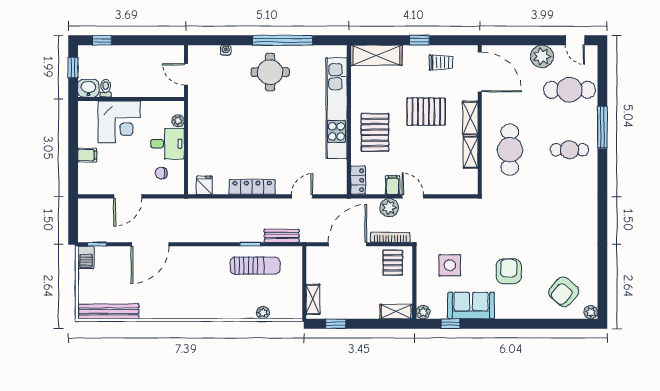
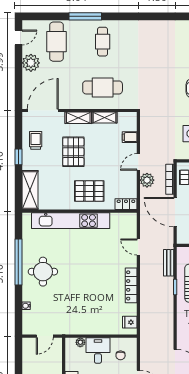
filing cabinet: (393, 185) -> (130, 137), moved

